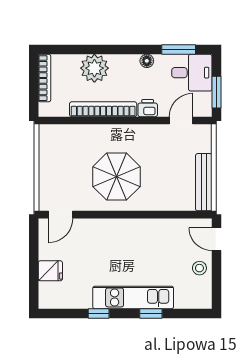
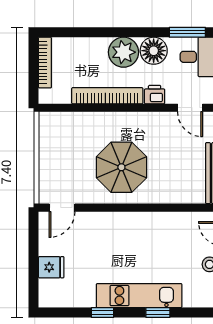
floor lamp: (147, 61) -> (154, 51), width x1.89, depth x1.89
plant: (94, 68) -> (124, 52), moved
door: (181, 121) -> (190, 108), swing flipped

